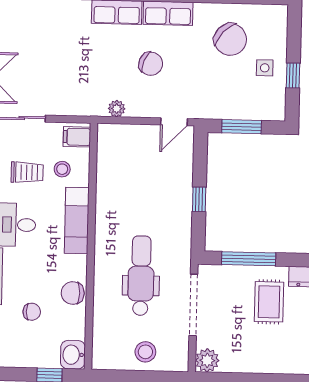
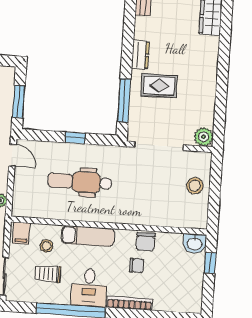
trolley: (27, 172) -> (48, 274), turned -90
dental chair: (141, 276) -> (80, 182), moved
chair: (32, 312) -> (137, 266), moved, turned 90

